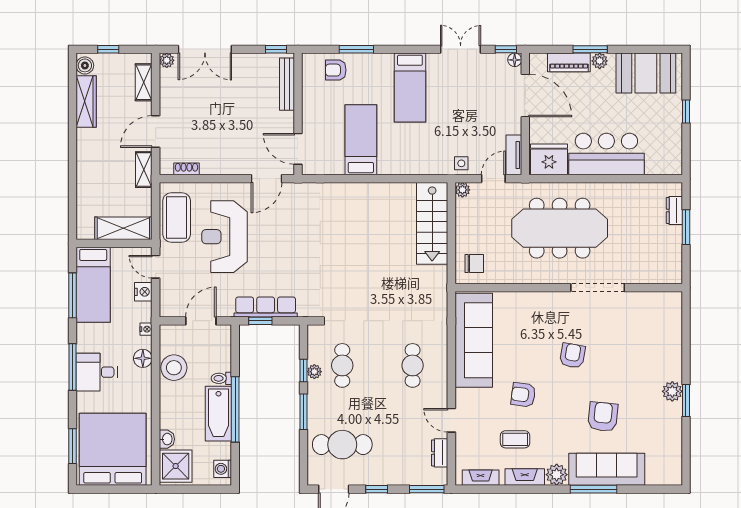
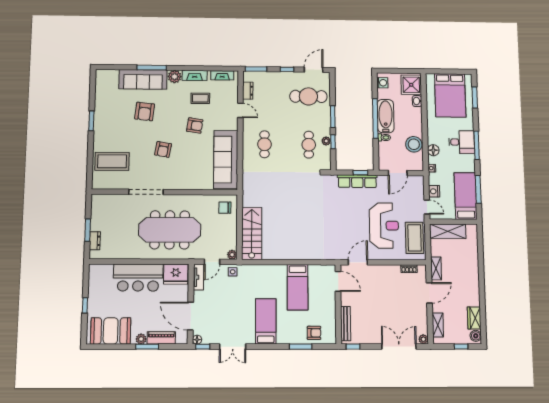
wardrobe: (86, 101) -> (474, 318), width x0.67
coffee table: (652, 336) -> (112, 161), added
plant: (672, 391) -> (100, 127), removed
bed: (113, 449) -> (450, 95), width x0.73

